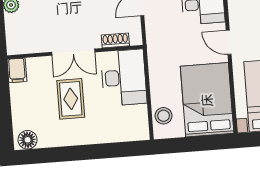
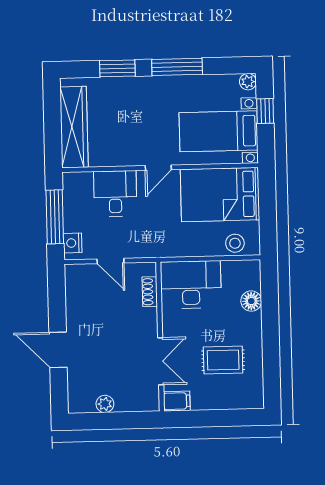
double door: (73, 52) -> (161, 361), moved
rug: (71, 99) -> (223, 360), moved
floor lamp: (28, 140) -> (251, 301), moved

